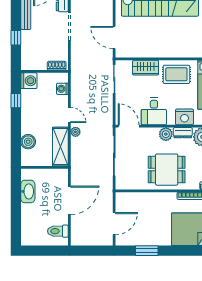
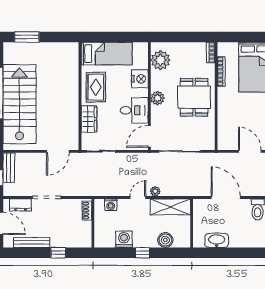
washing machine: (29, 81) -> (124, 239), moved
window: (16, 101) -> (143, 253), moved
dresser: (183, 133) -> (156, 81), removed

